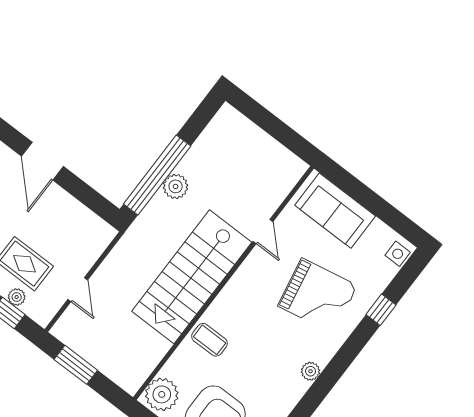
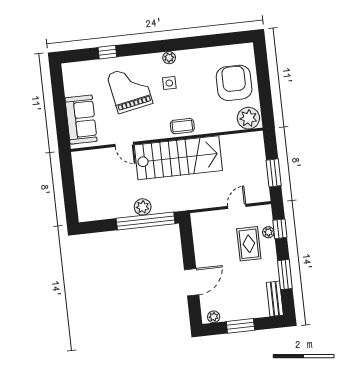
door: (263, 231) -> (124, 144), swing flipped
side table: (398, 254) -> (169, 83), moved
coffee table: (210, 340) -> (182, 126), moved, turned 90

